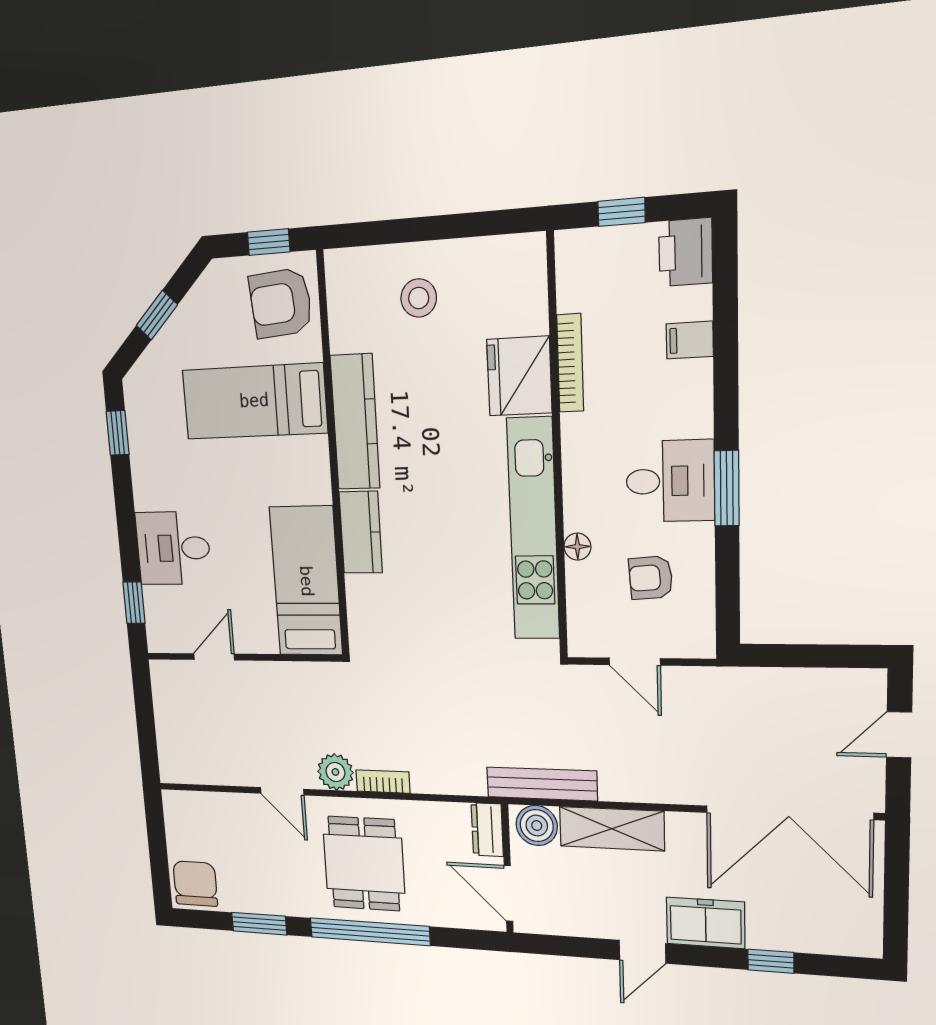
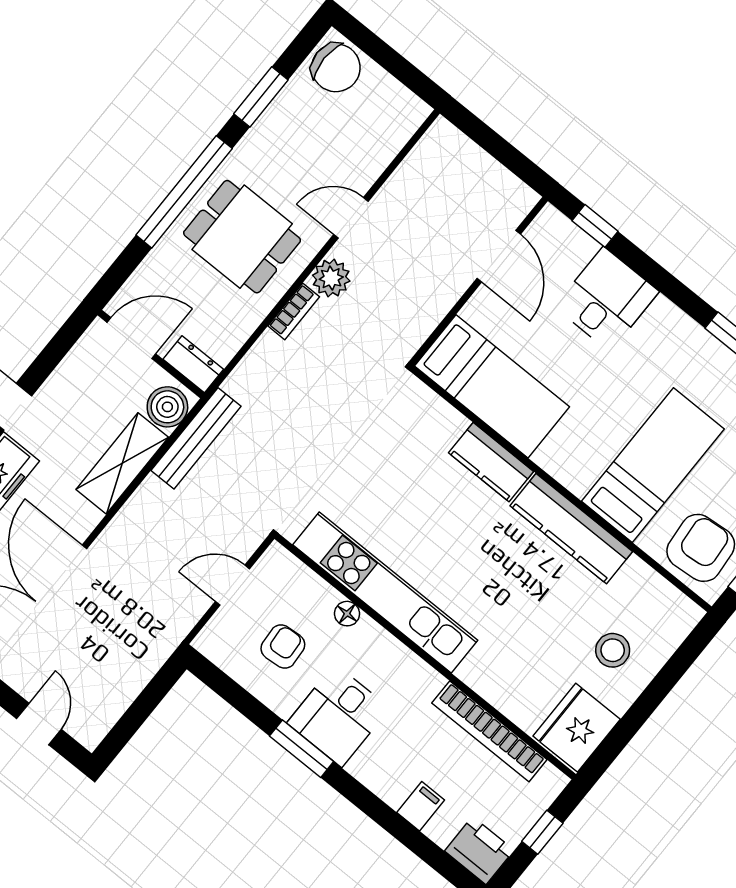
bookcase: (570, 363) -> (489, 731), width x1.48, depth x1.31
fridge: (519, 376) -> (577, 728), moved, turned -90
door: (214, 657) -> (499, 256), width x1.38

